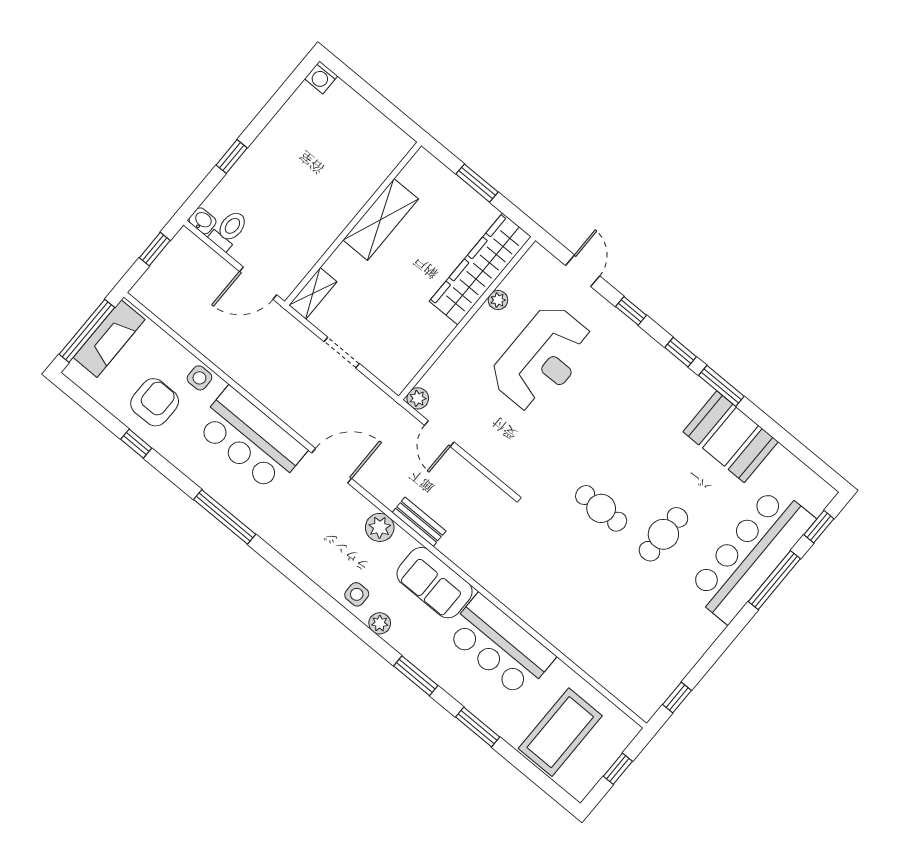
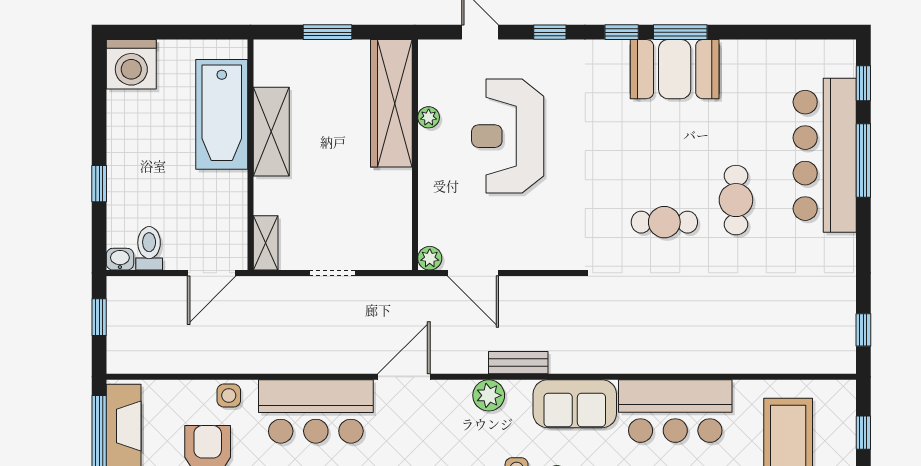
washing machine: (321, 77) -> (131, 64), width x1.89, depth x1.89
bathtub: (356, 179) -> (222, 114), added
reception desk: (542, 359) -> (508, 136), turned 180
door: (439, 434) -> (473, 273), width x1.38
booth: (731, 437) -> (675, 69), moved

